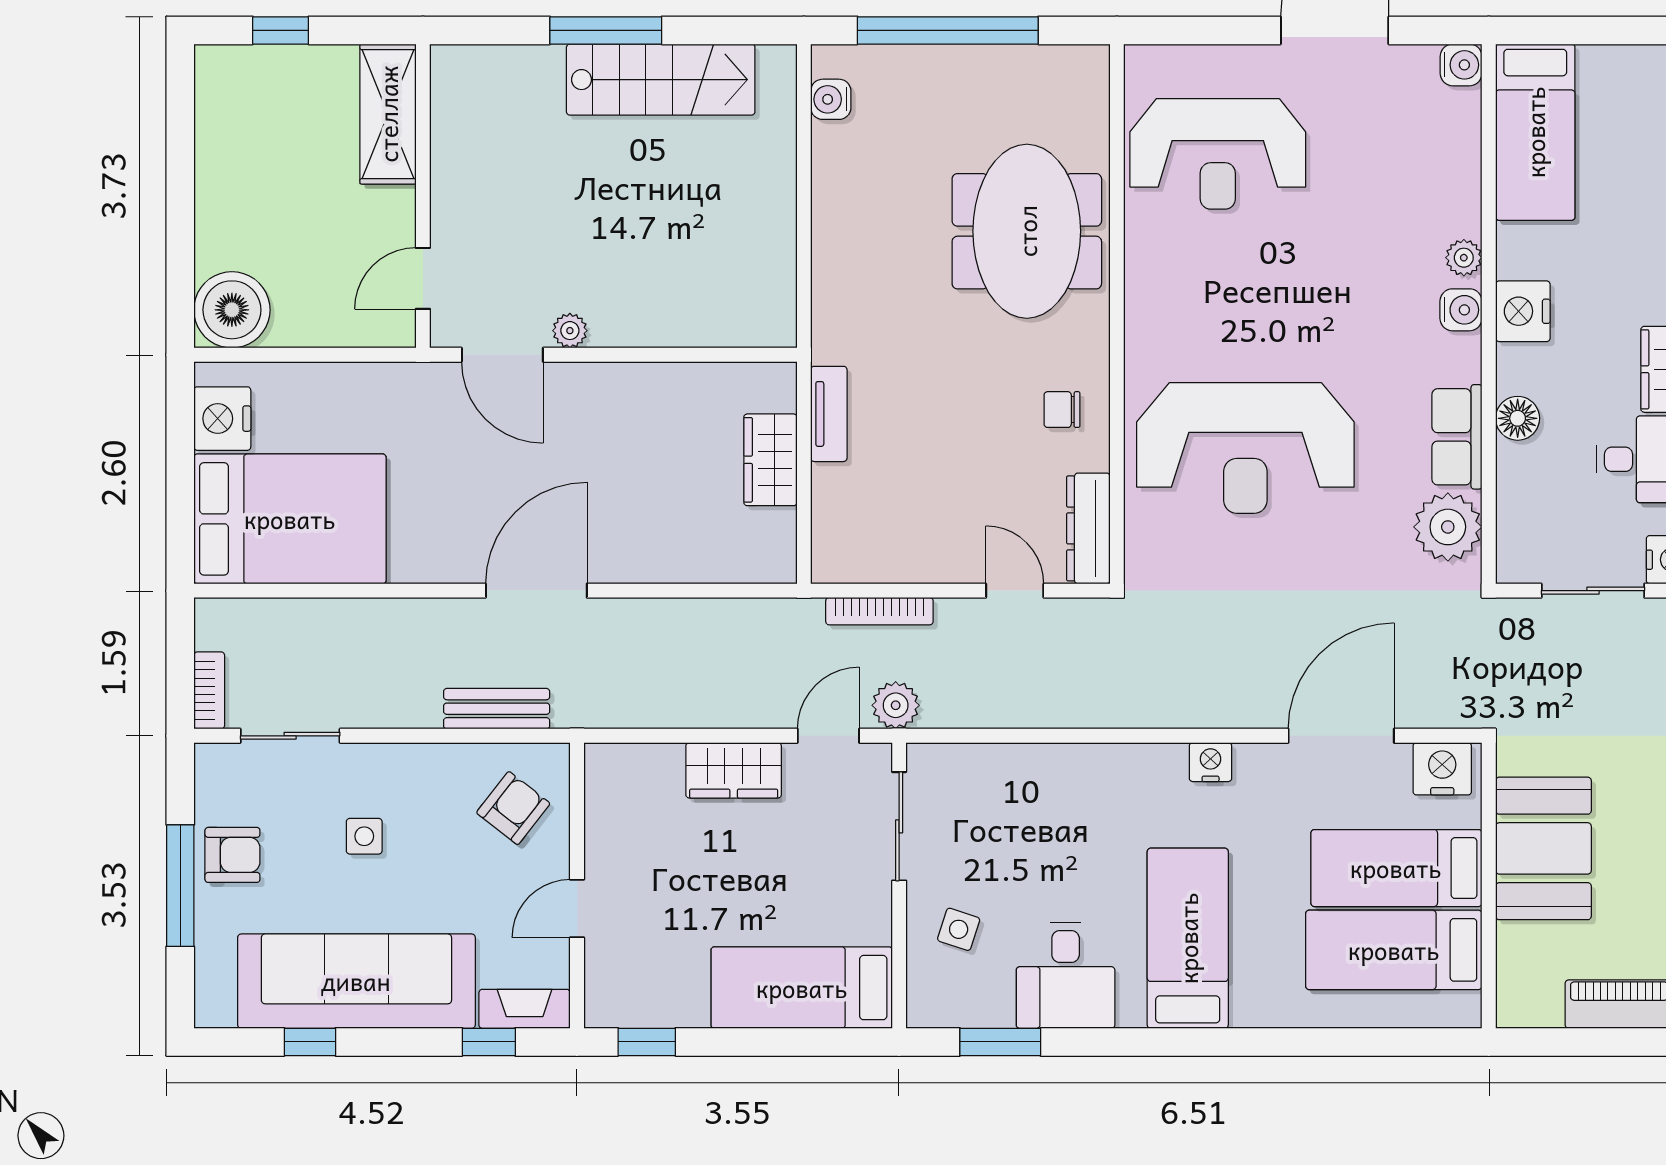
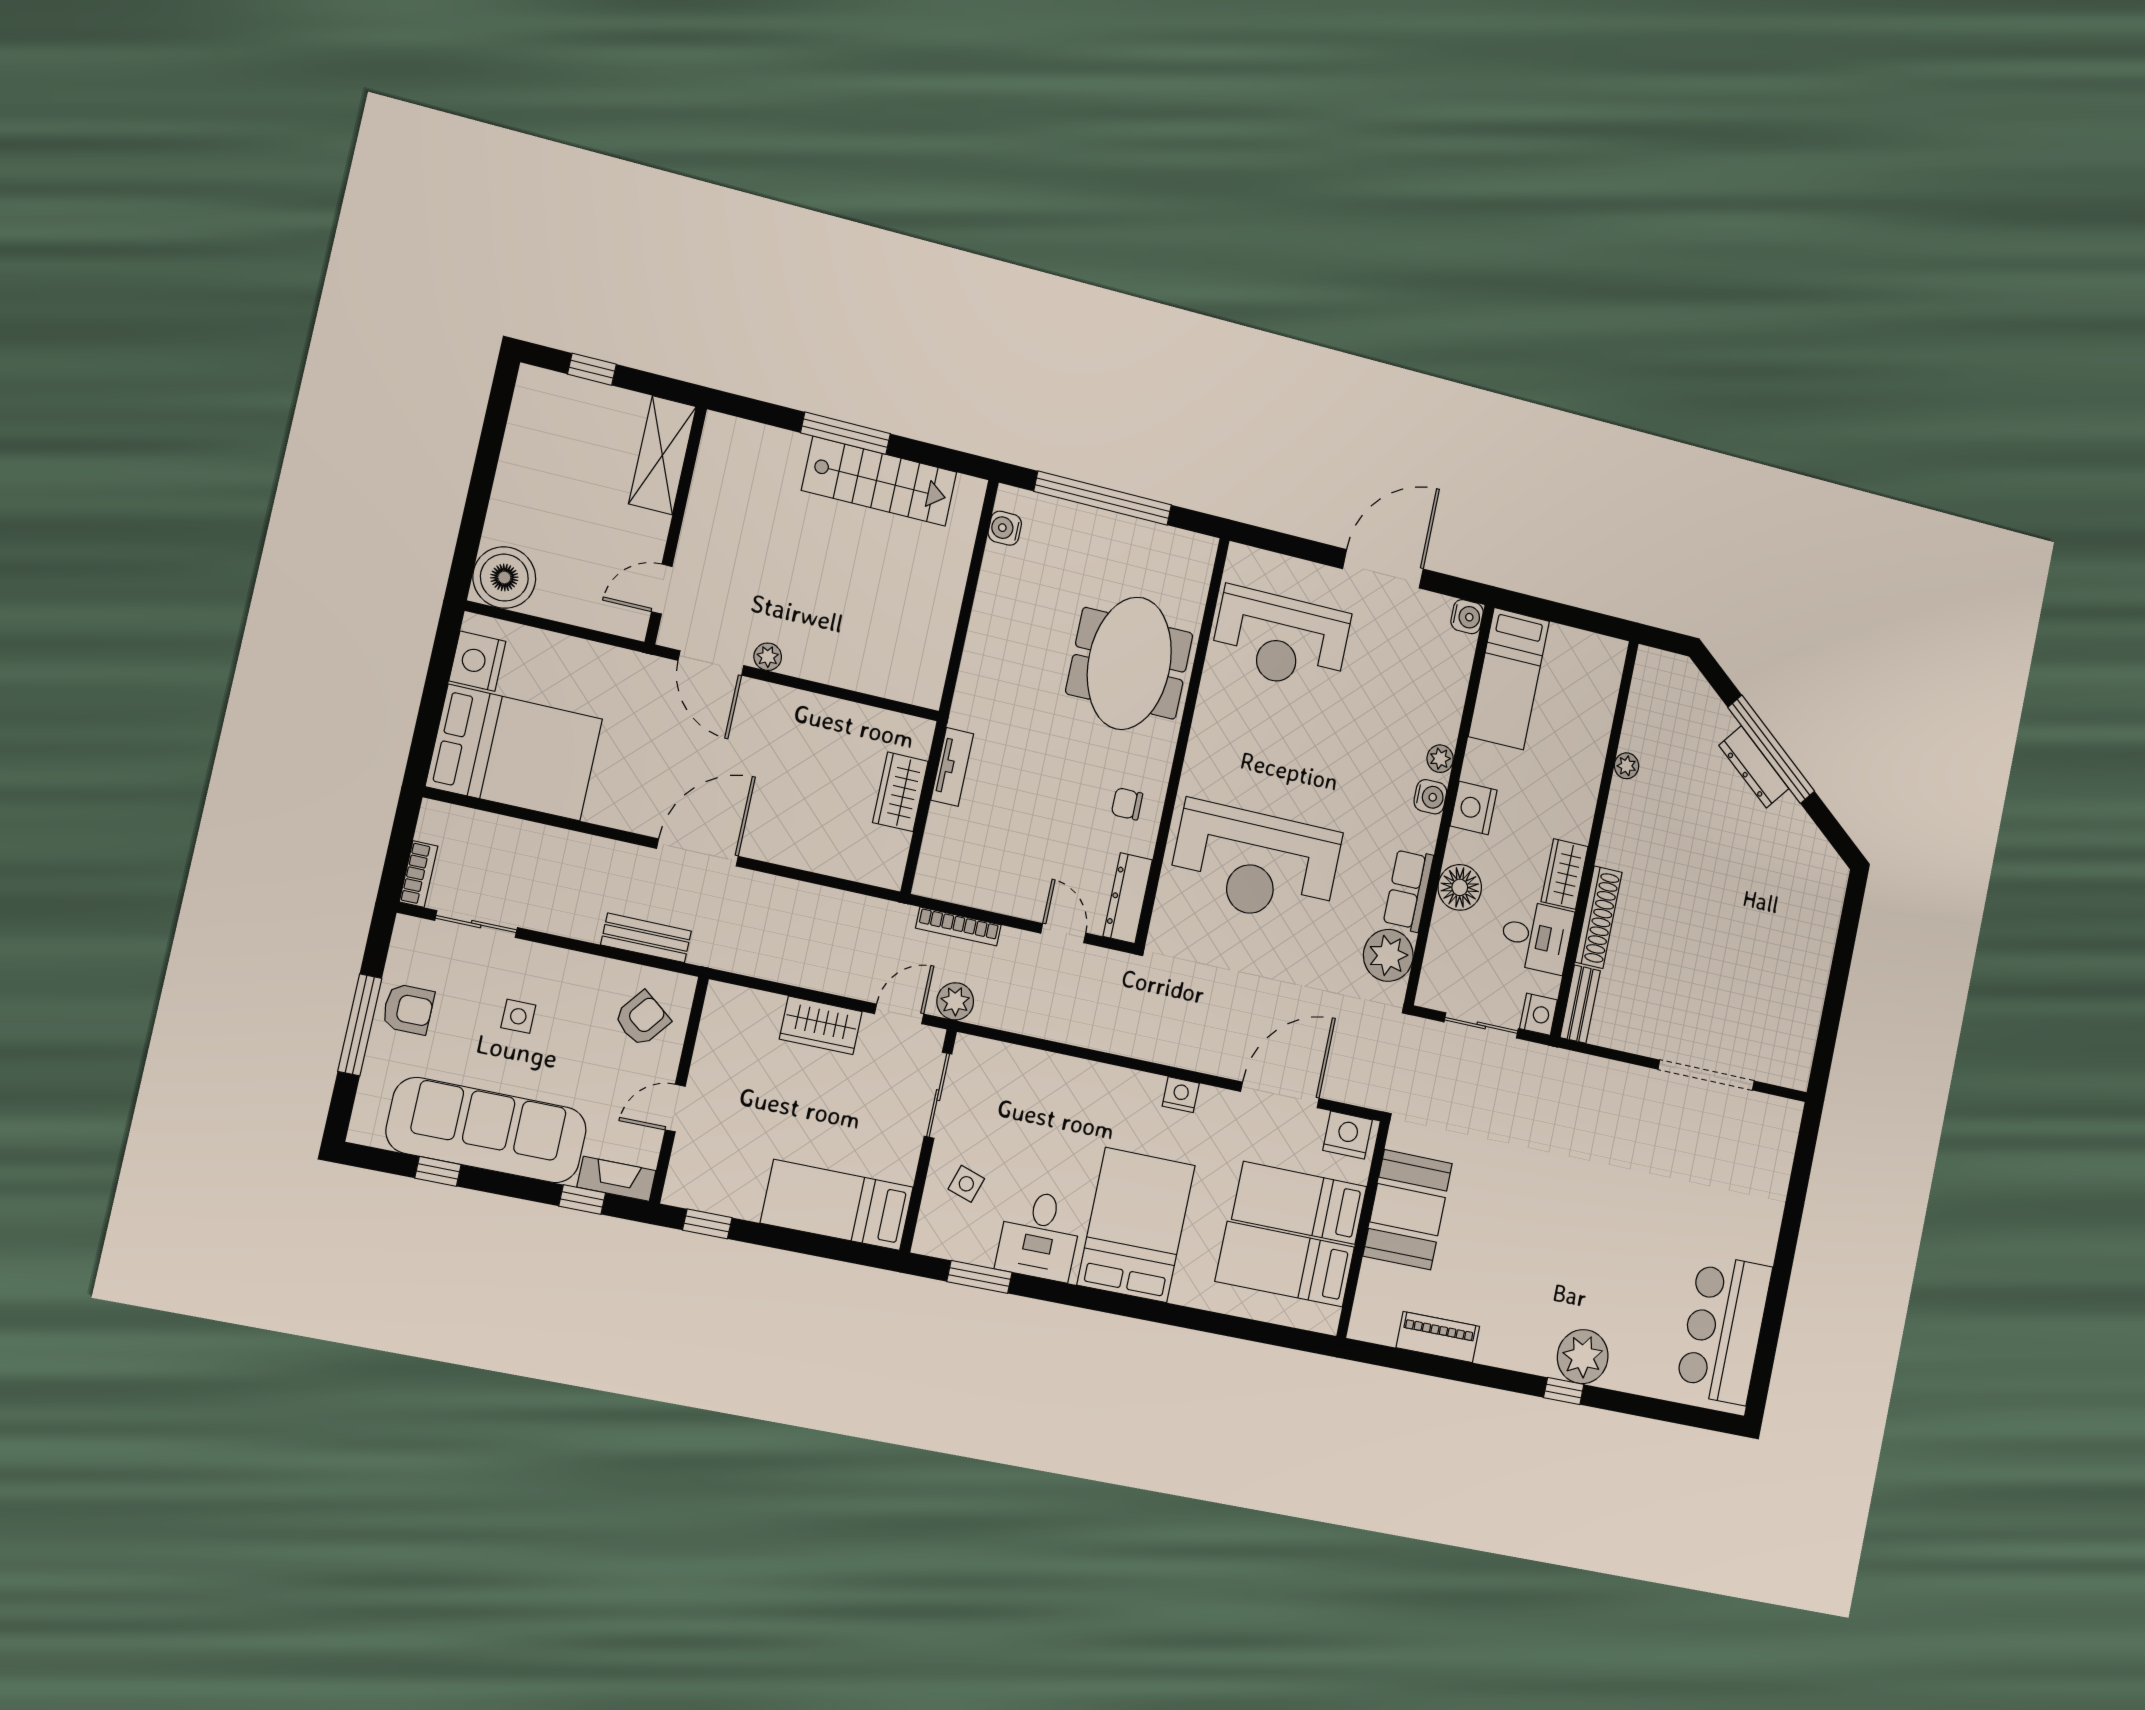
floor lamp: (1518, 418) -> (1460, 887), width x1.38, depth x1.38
bed: (1188, 938) -> (1136, 1225), width x1.50

